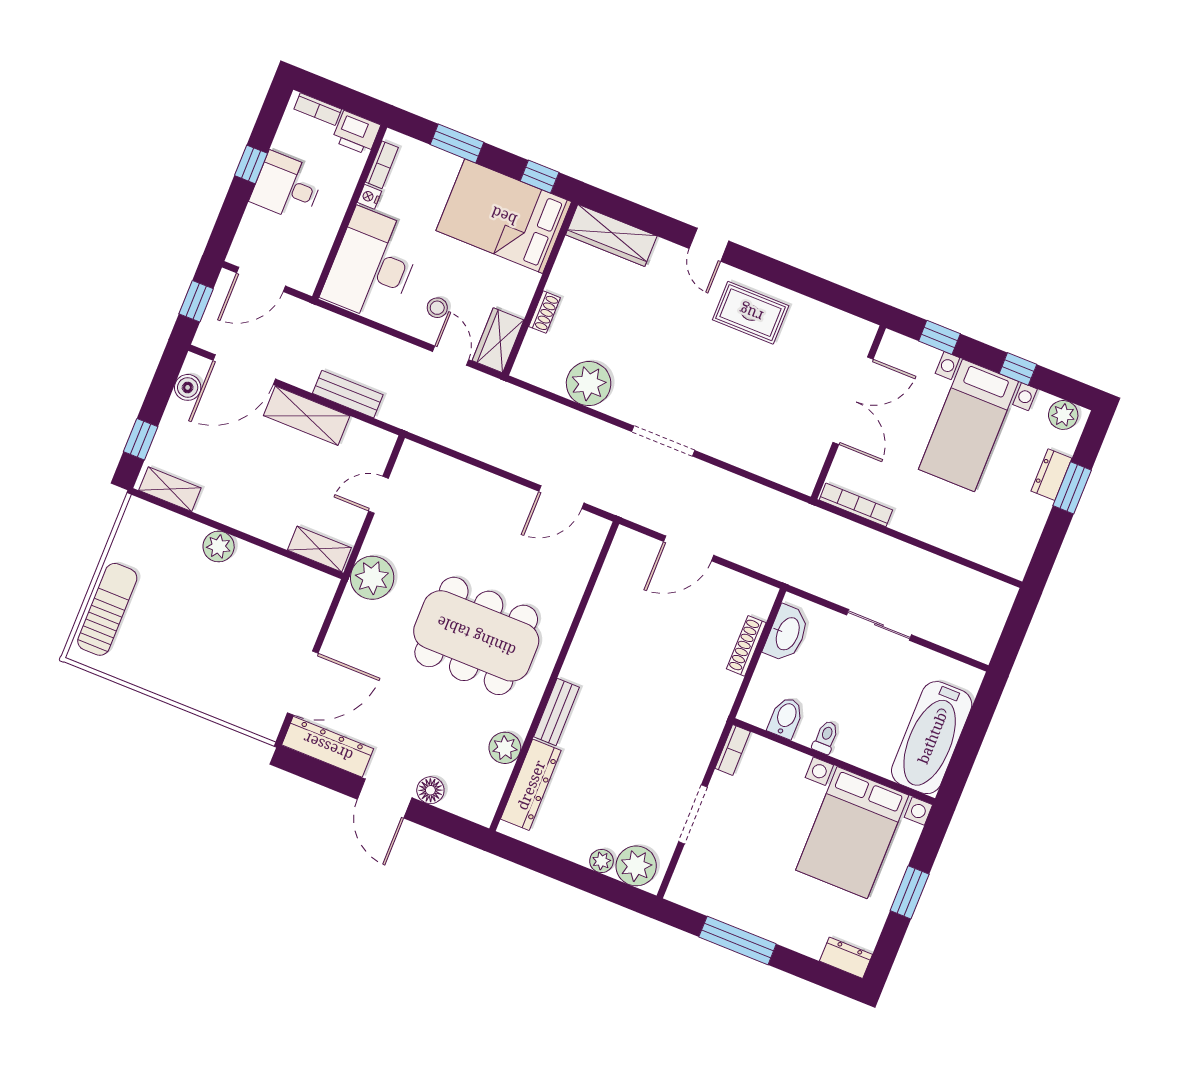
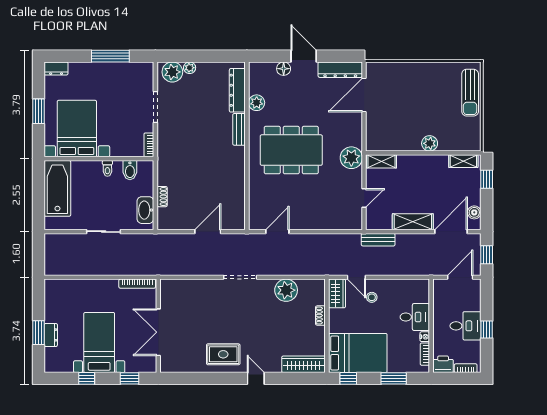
desk: (372, 265) -> (415, 317), width x0.53, depth x0.77
bench: (348, 394) -> (378, 240), moved
plant: (1063, 415) -> (57, 365), removed
shoe rack: (746, 646) -> (162, 197), width x0.70

